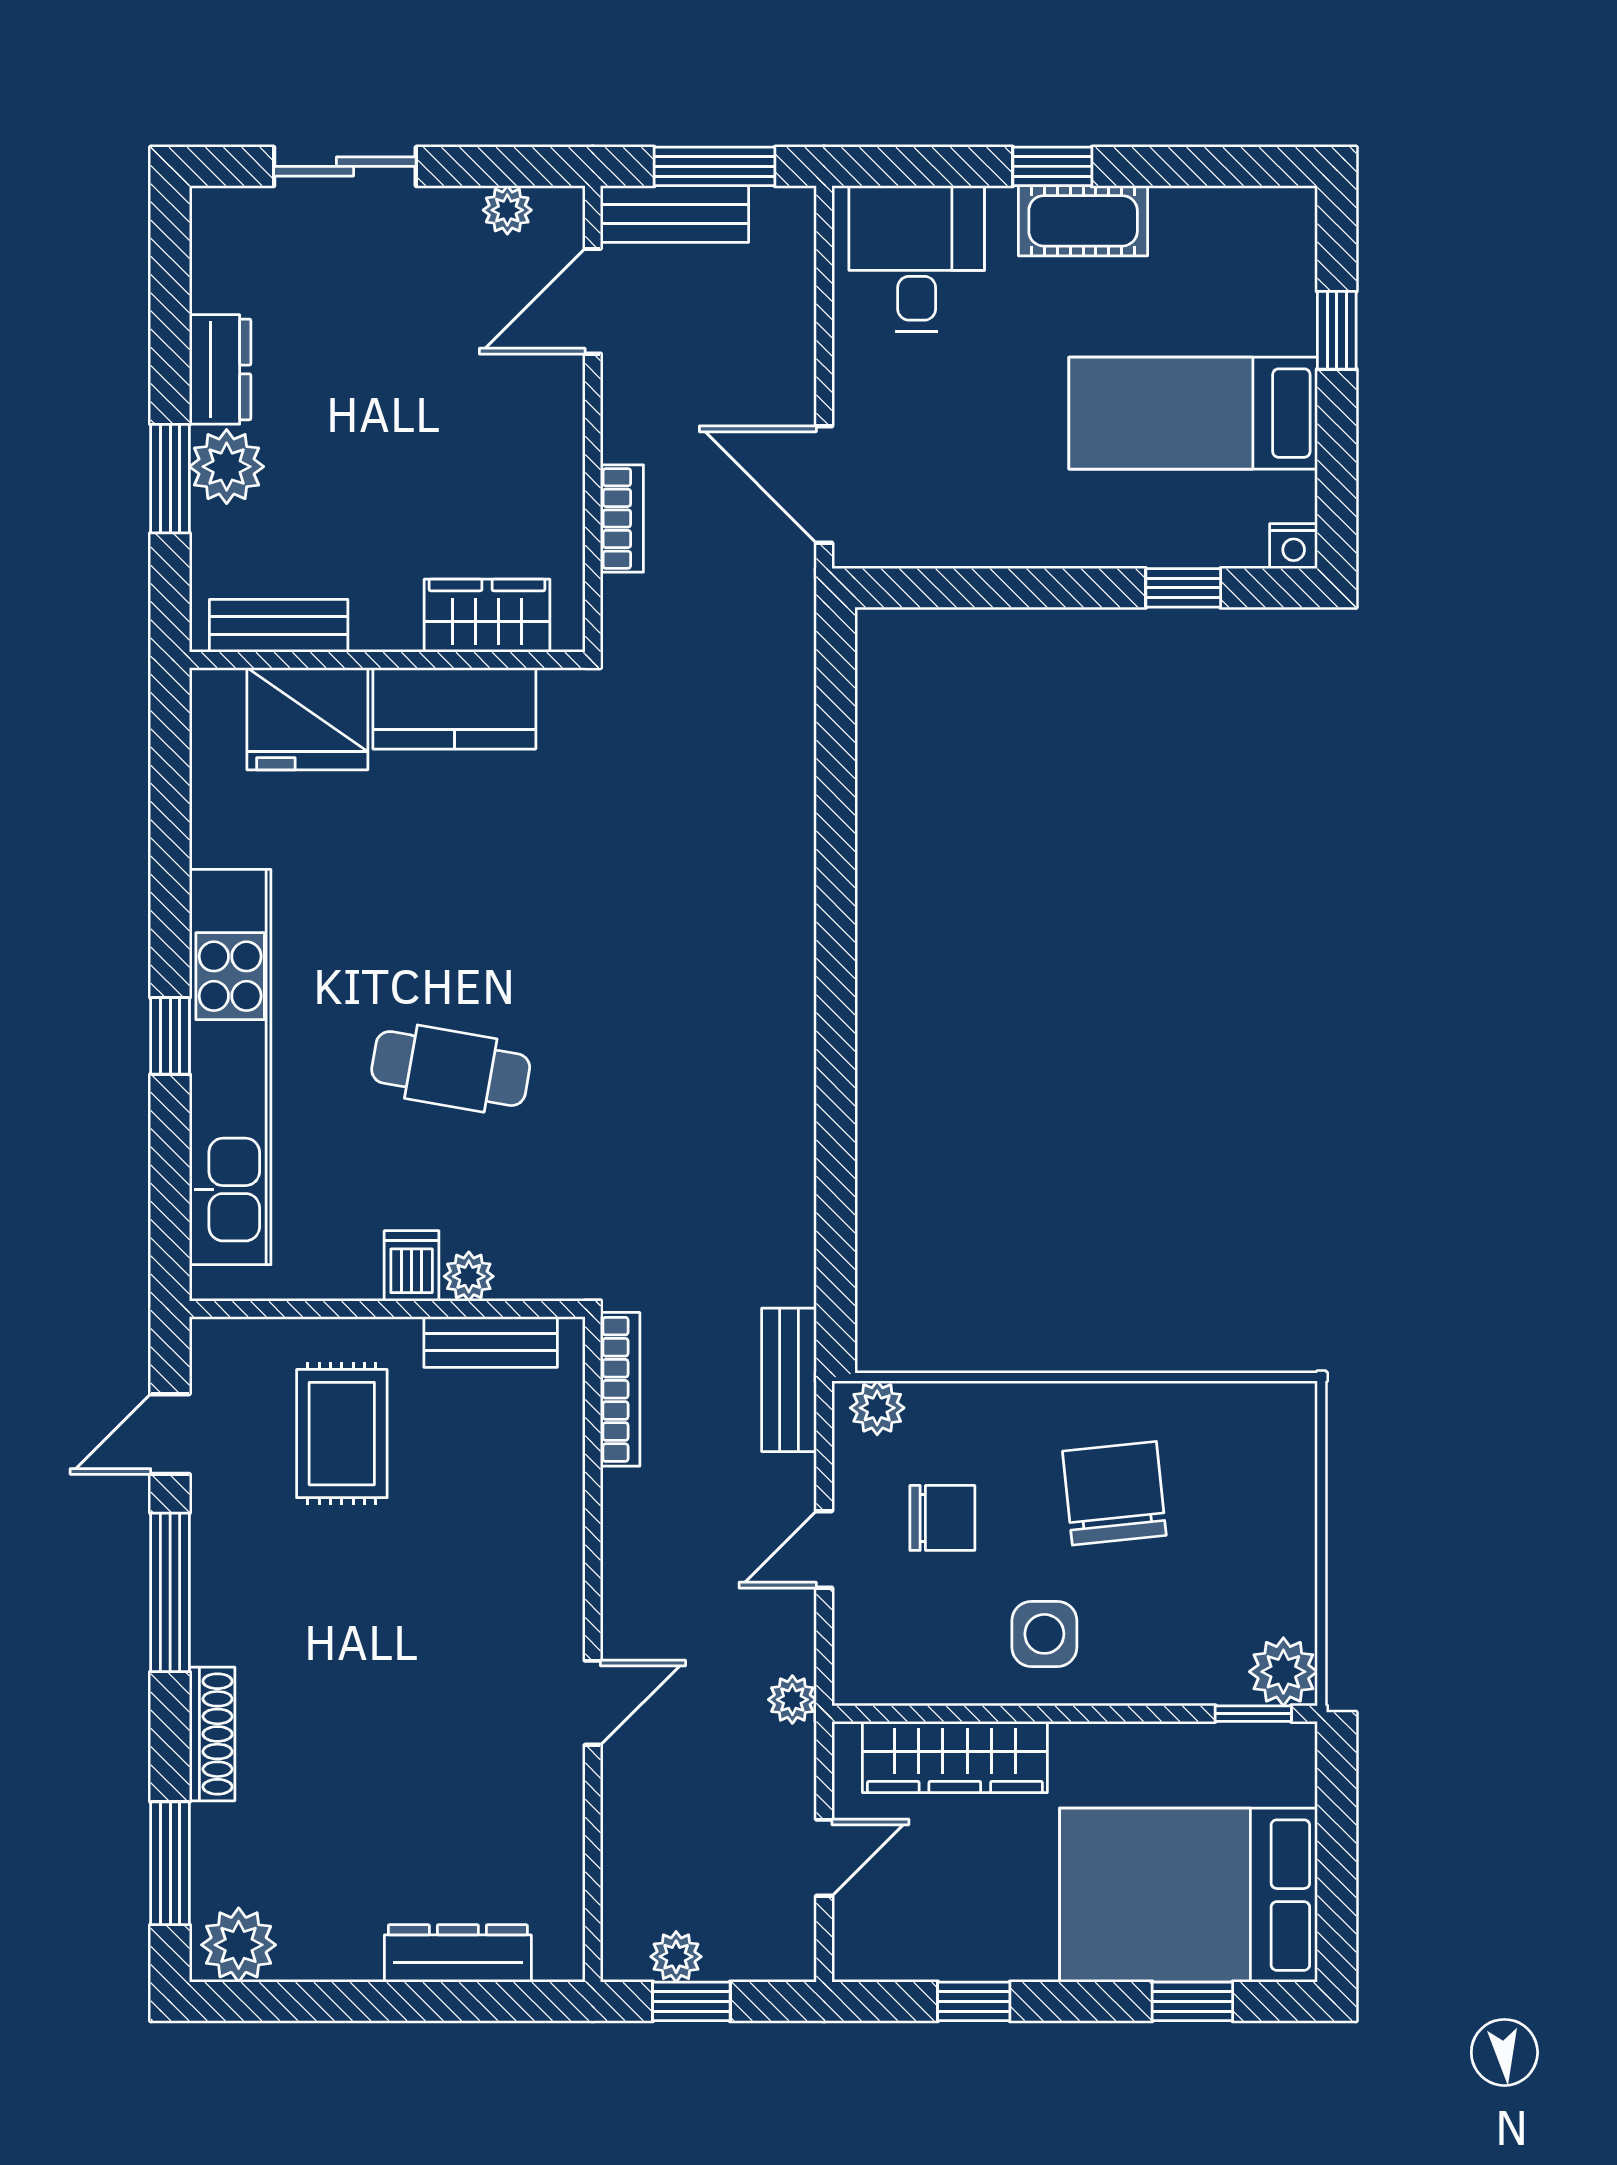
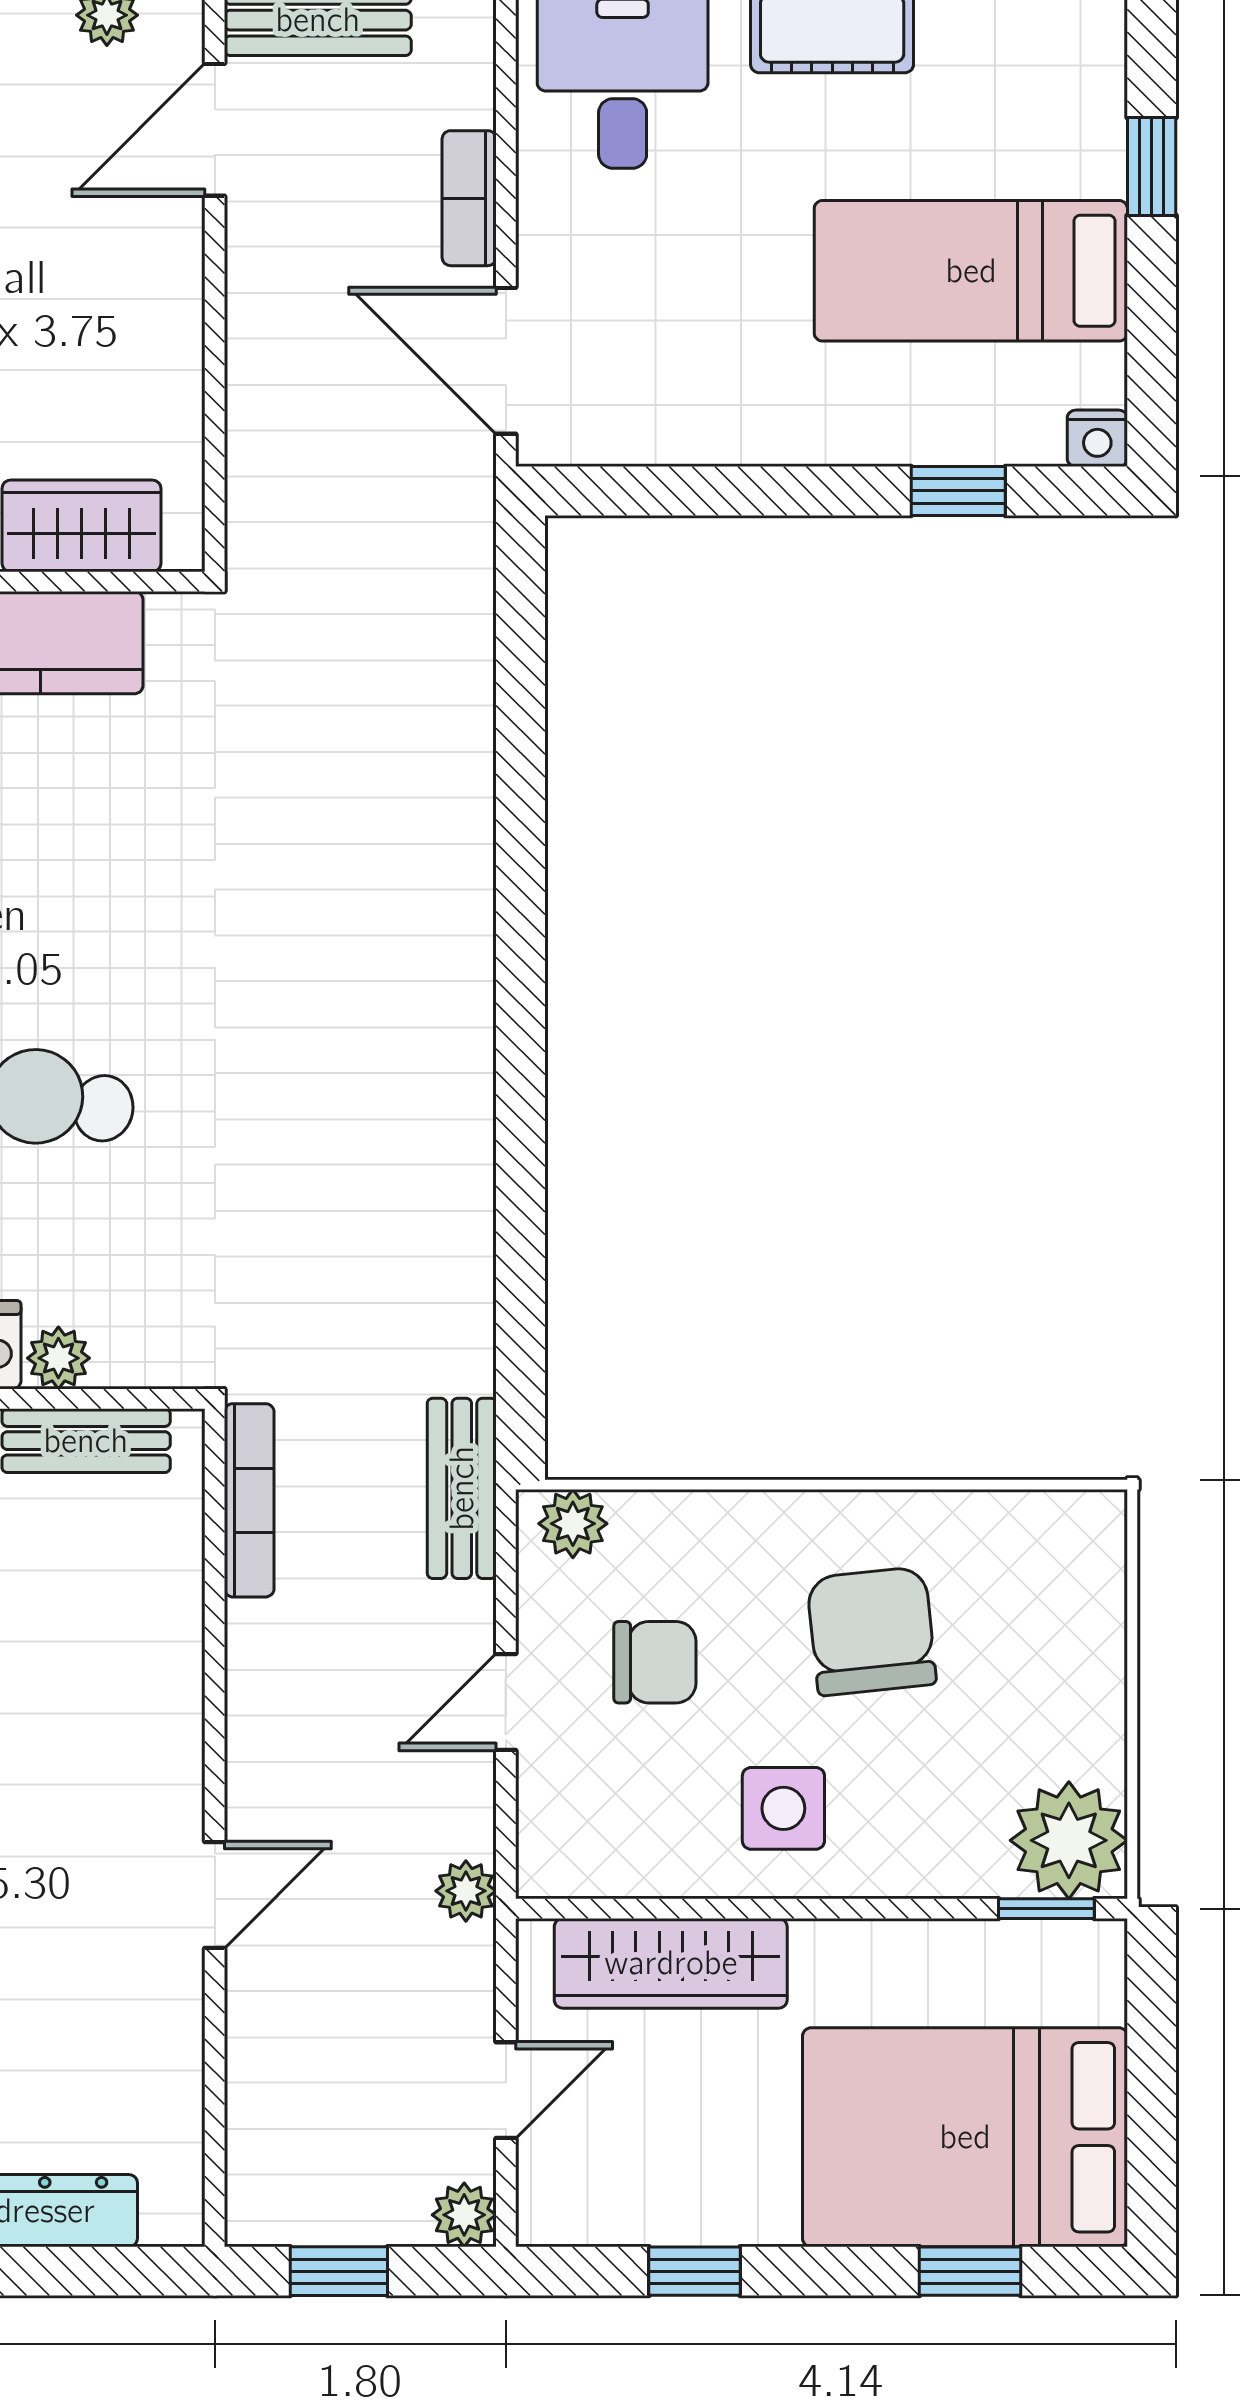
bookcase: (622, 518) -> (469, 198), moved, turned 180
plant: (1283, 1672) -> (1069, 1840), width x1.36, depth x1.36
plant: (676, 1957) -> (464, 2215), moved

